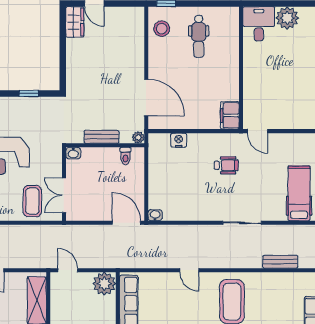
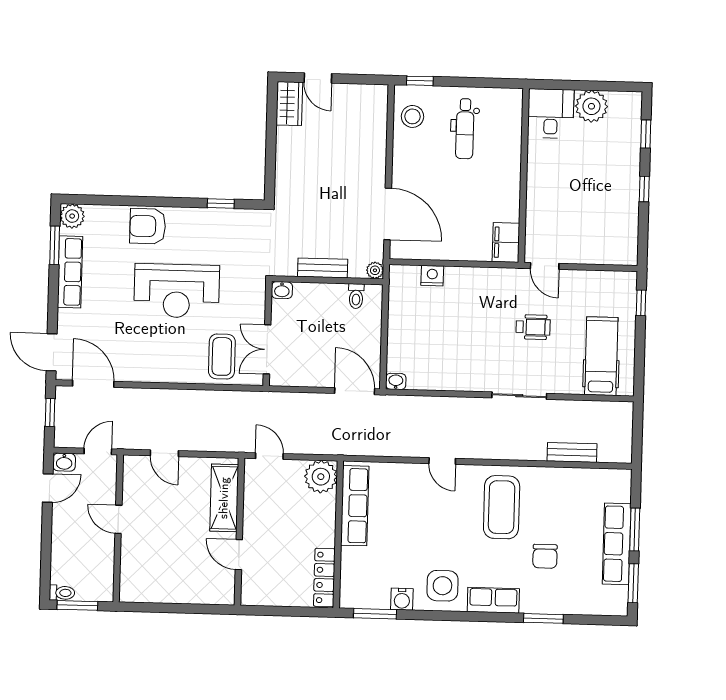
wheelchair: (226, 165) -> (533, 327), moved

